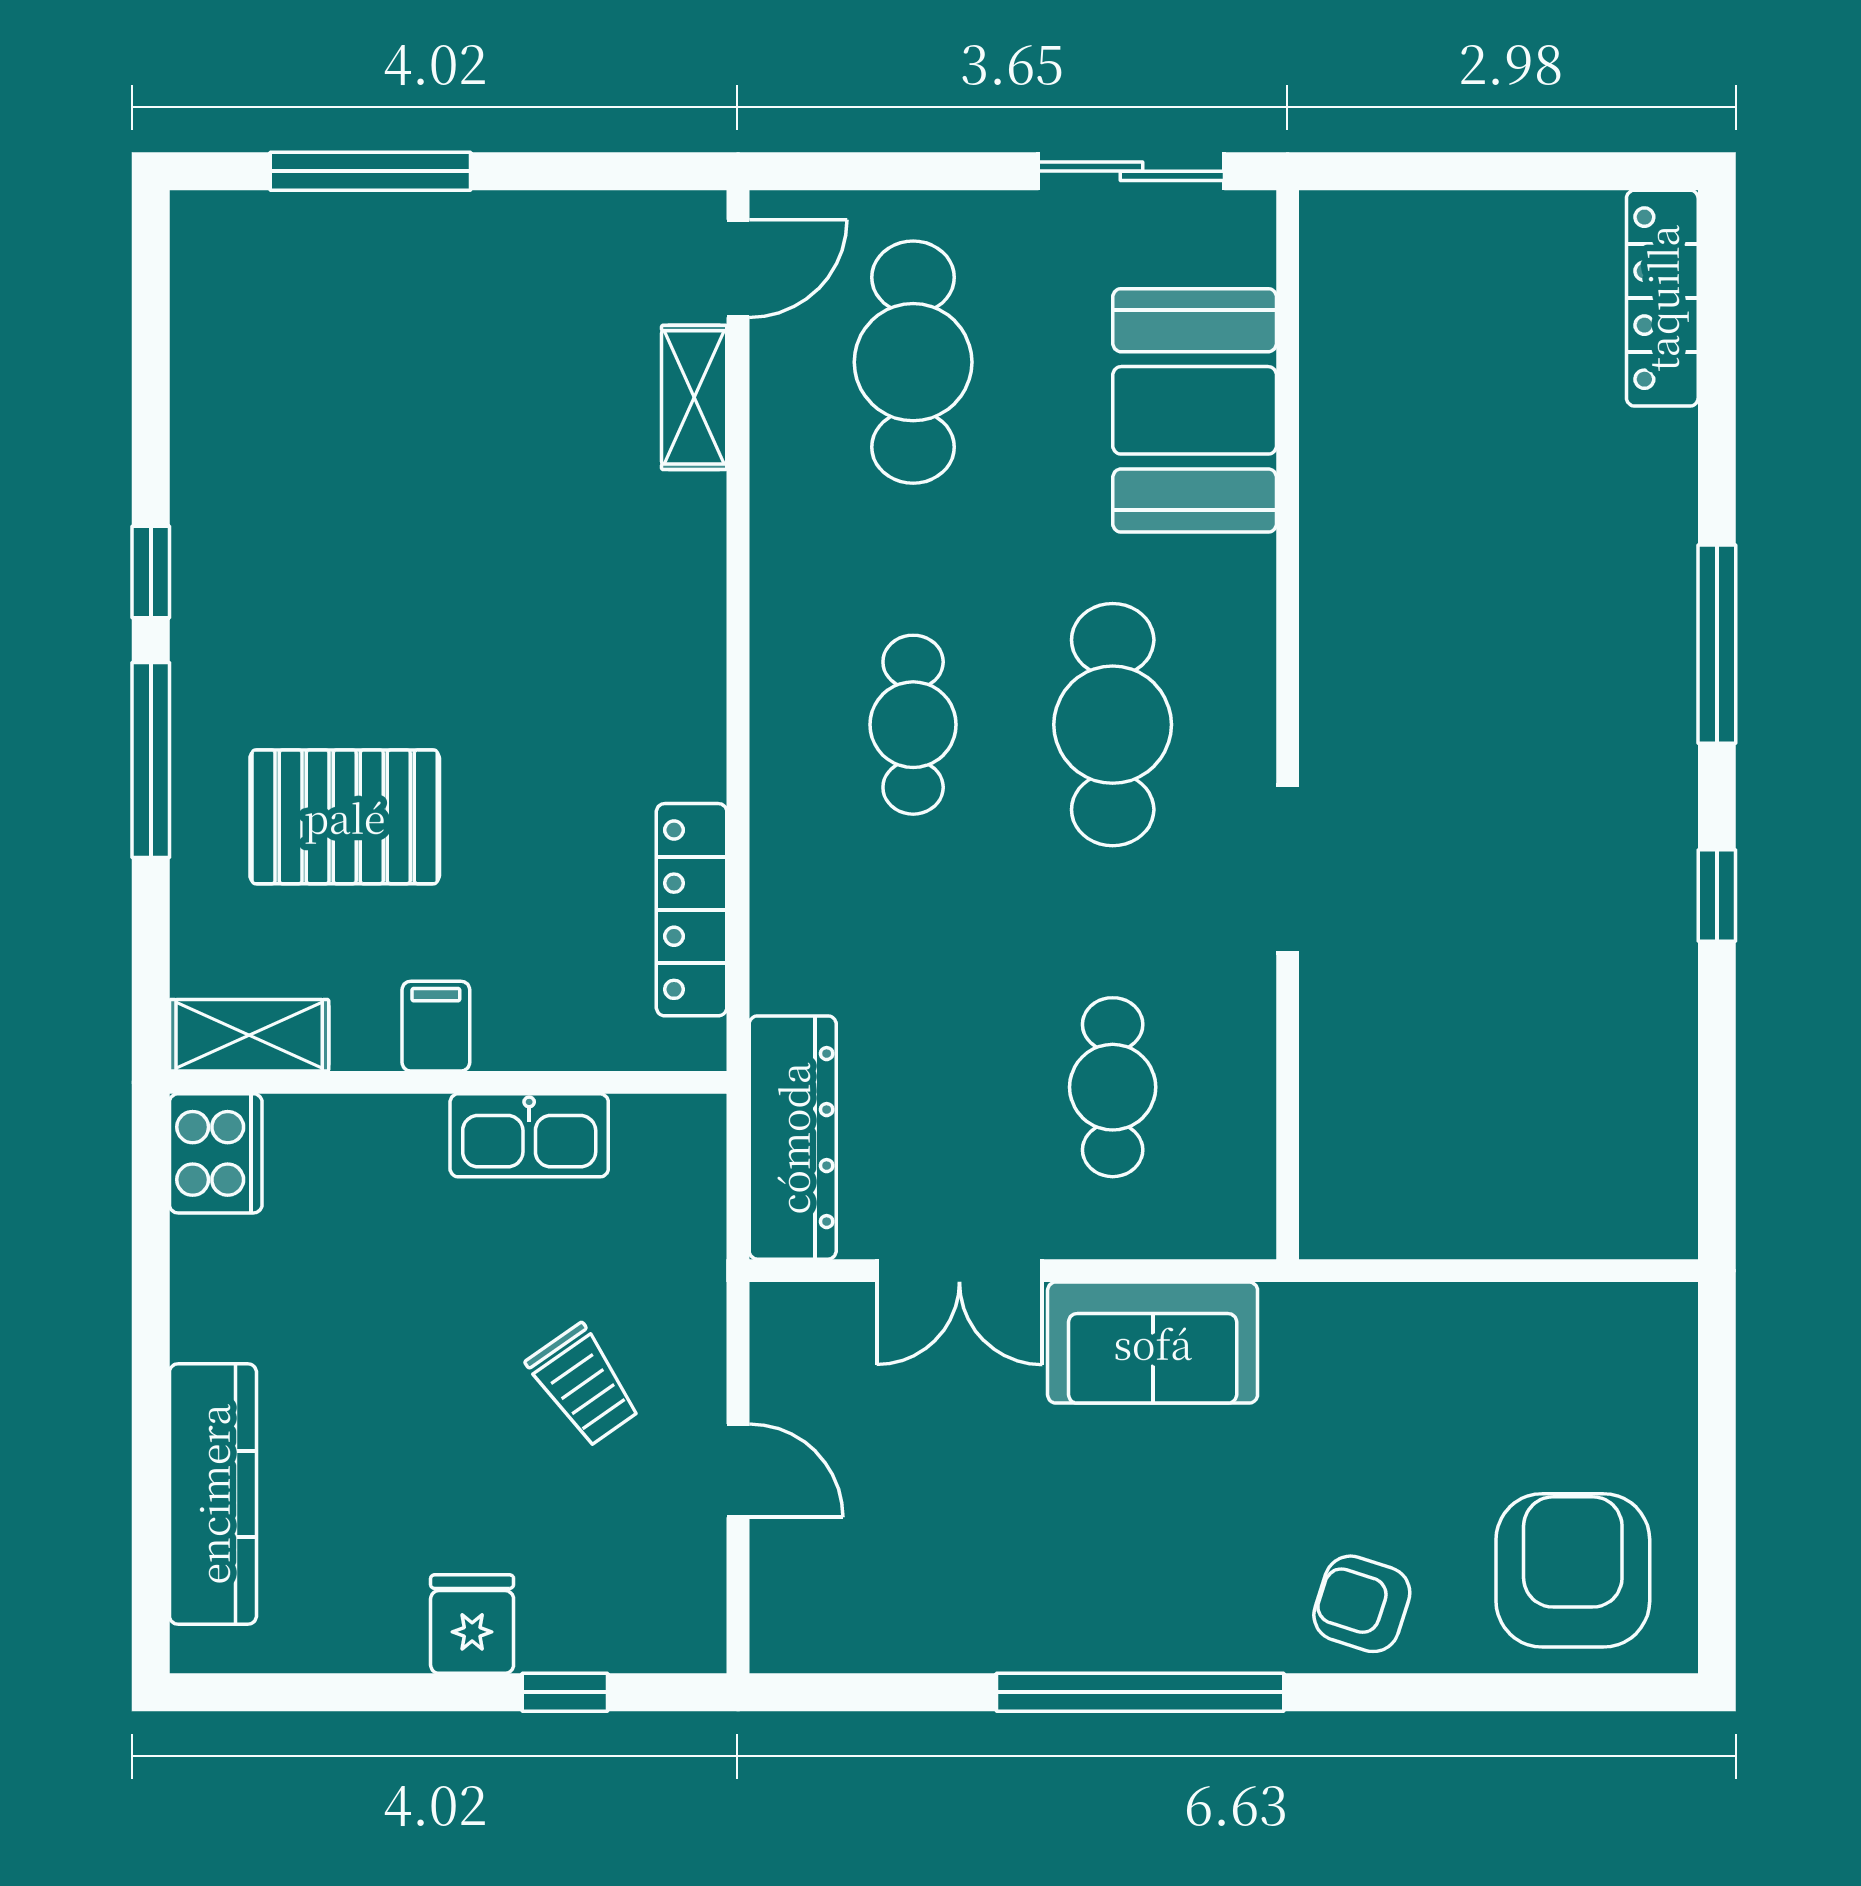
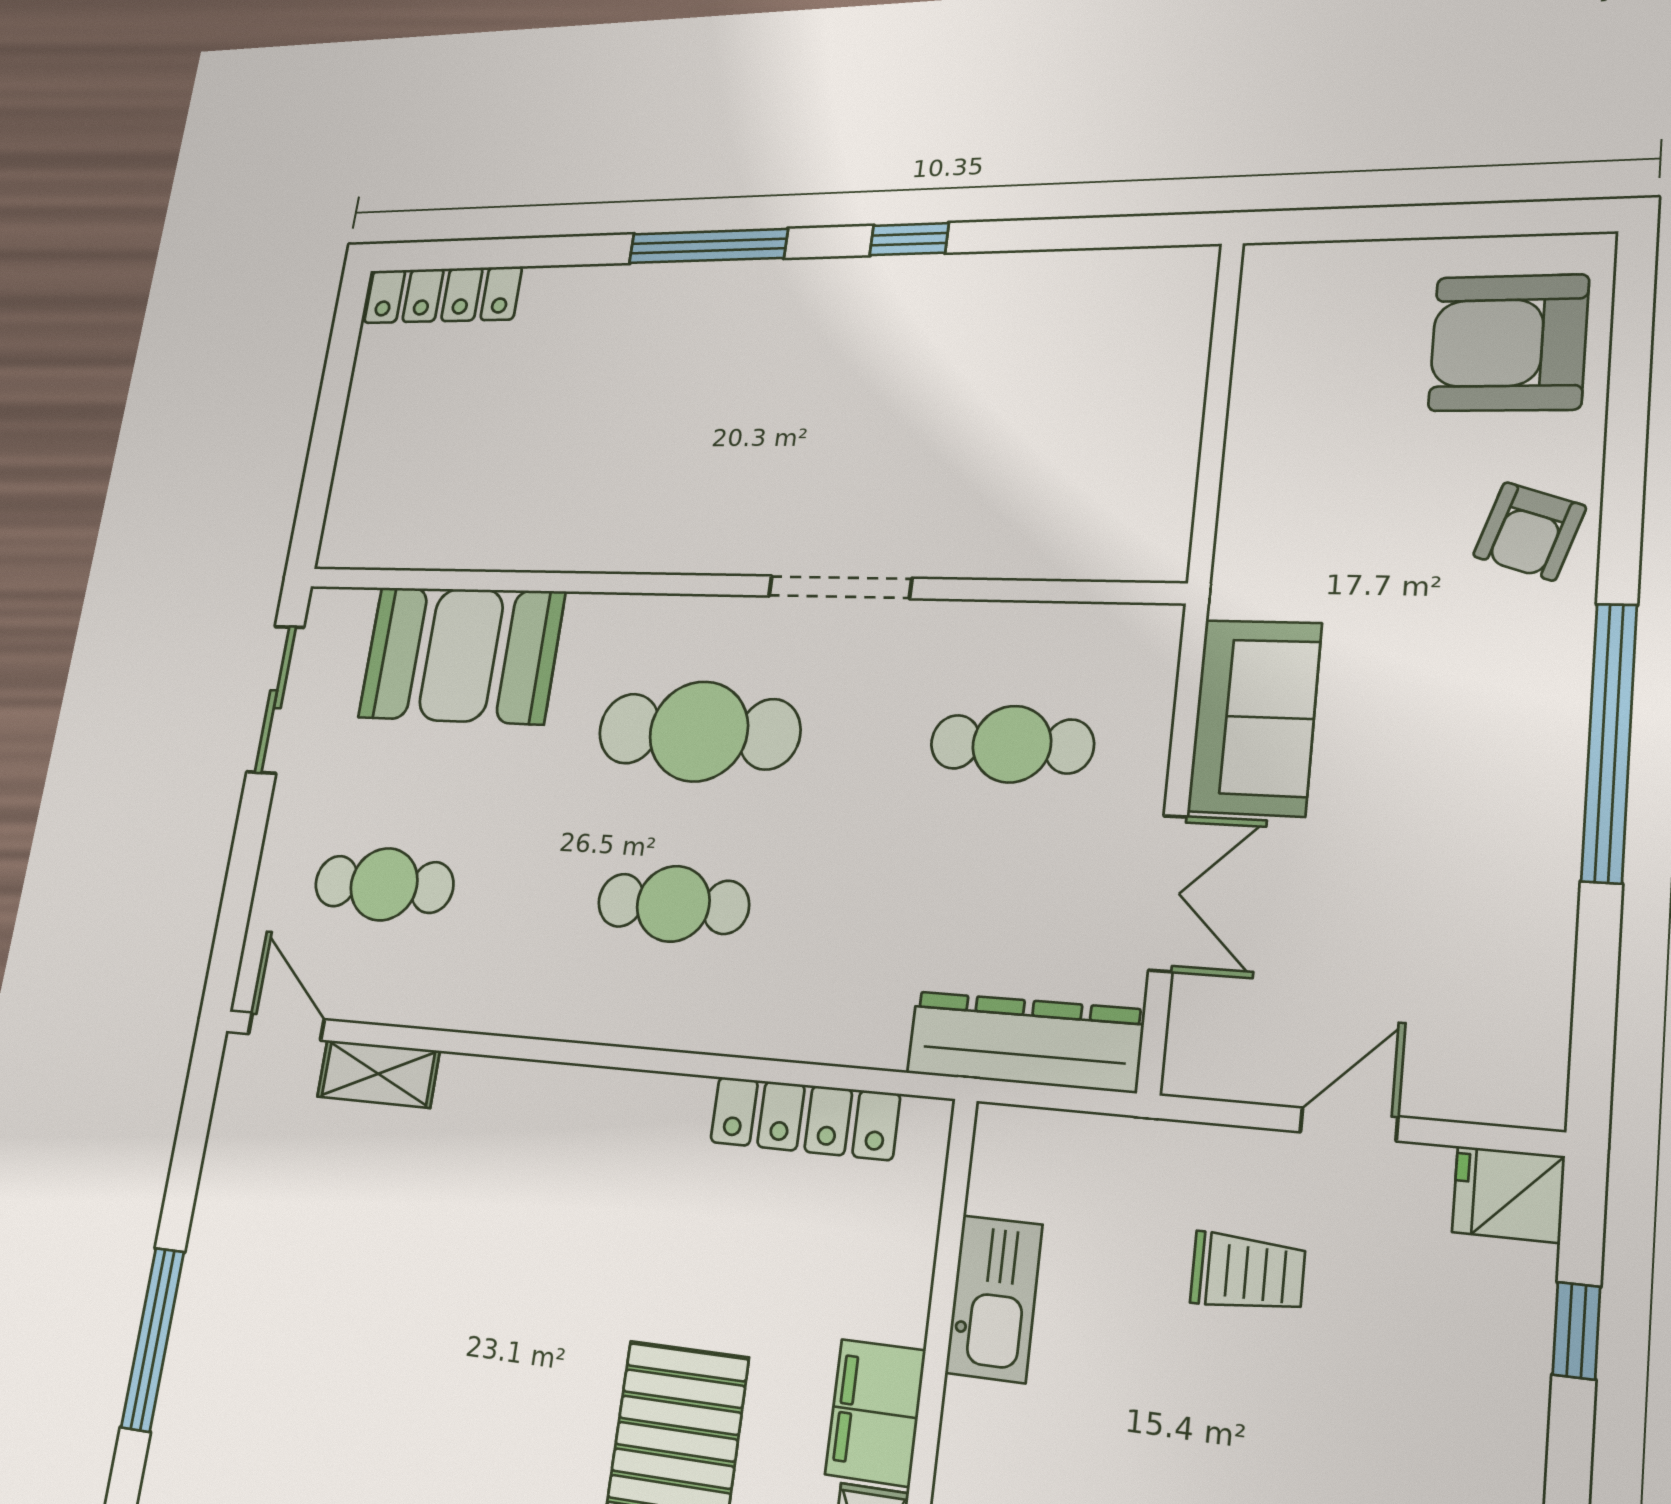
cafe table: (913, 362) -> (384, 884), width x0.73, depth x0.74
filing cabinet: (436, 1026) -> (875, 1412), width x2.00
trolley: (584, 1385) -> (1248, 1273), turned 35
fridge: (472, 1624) -> (1508, 1194), moved

